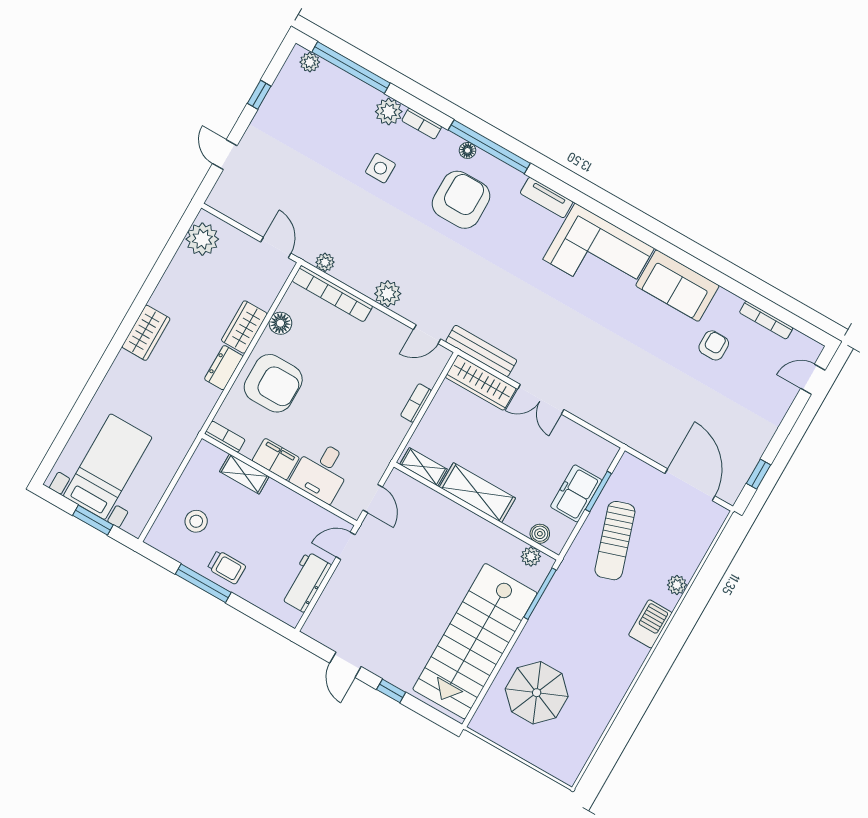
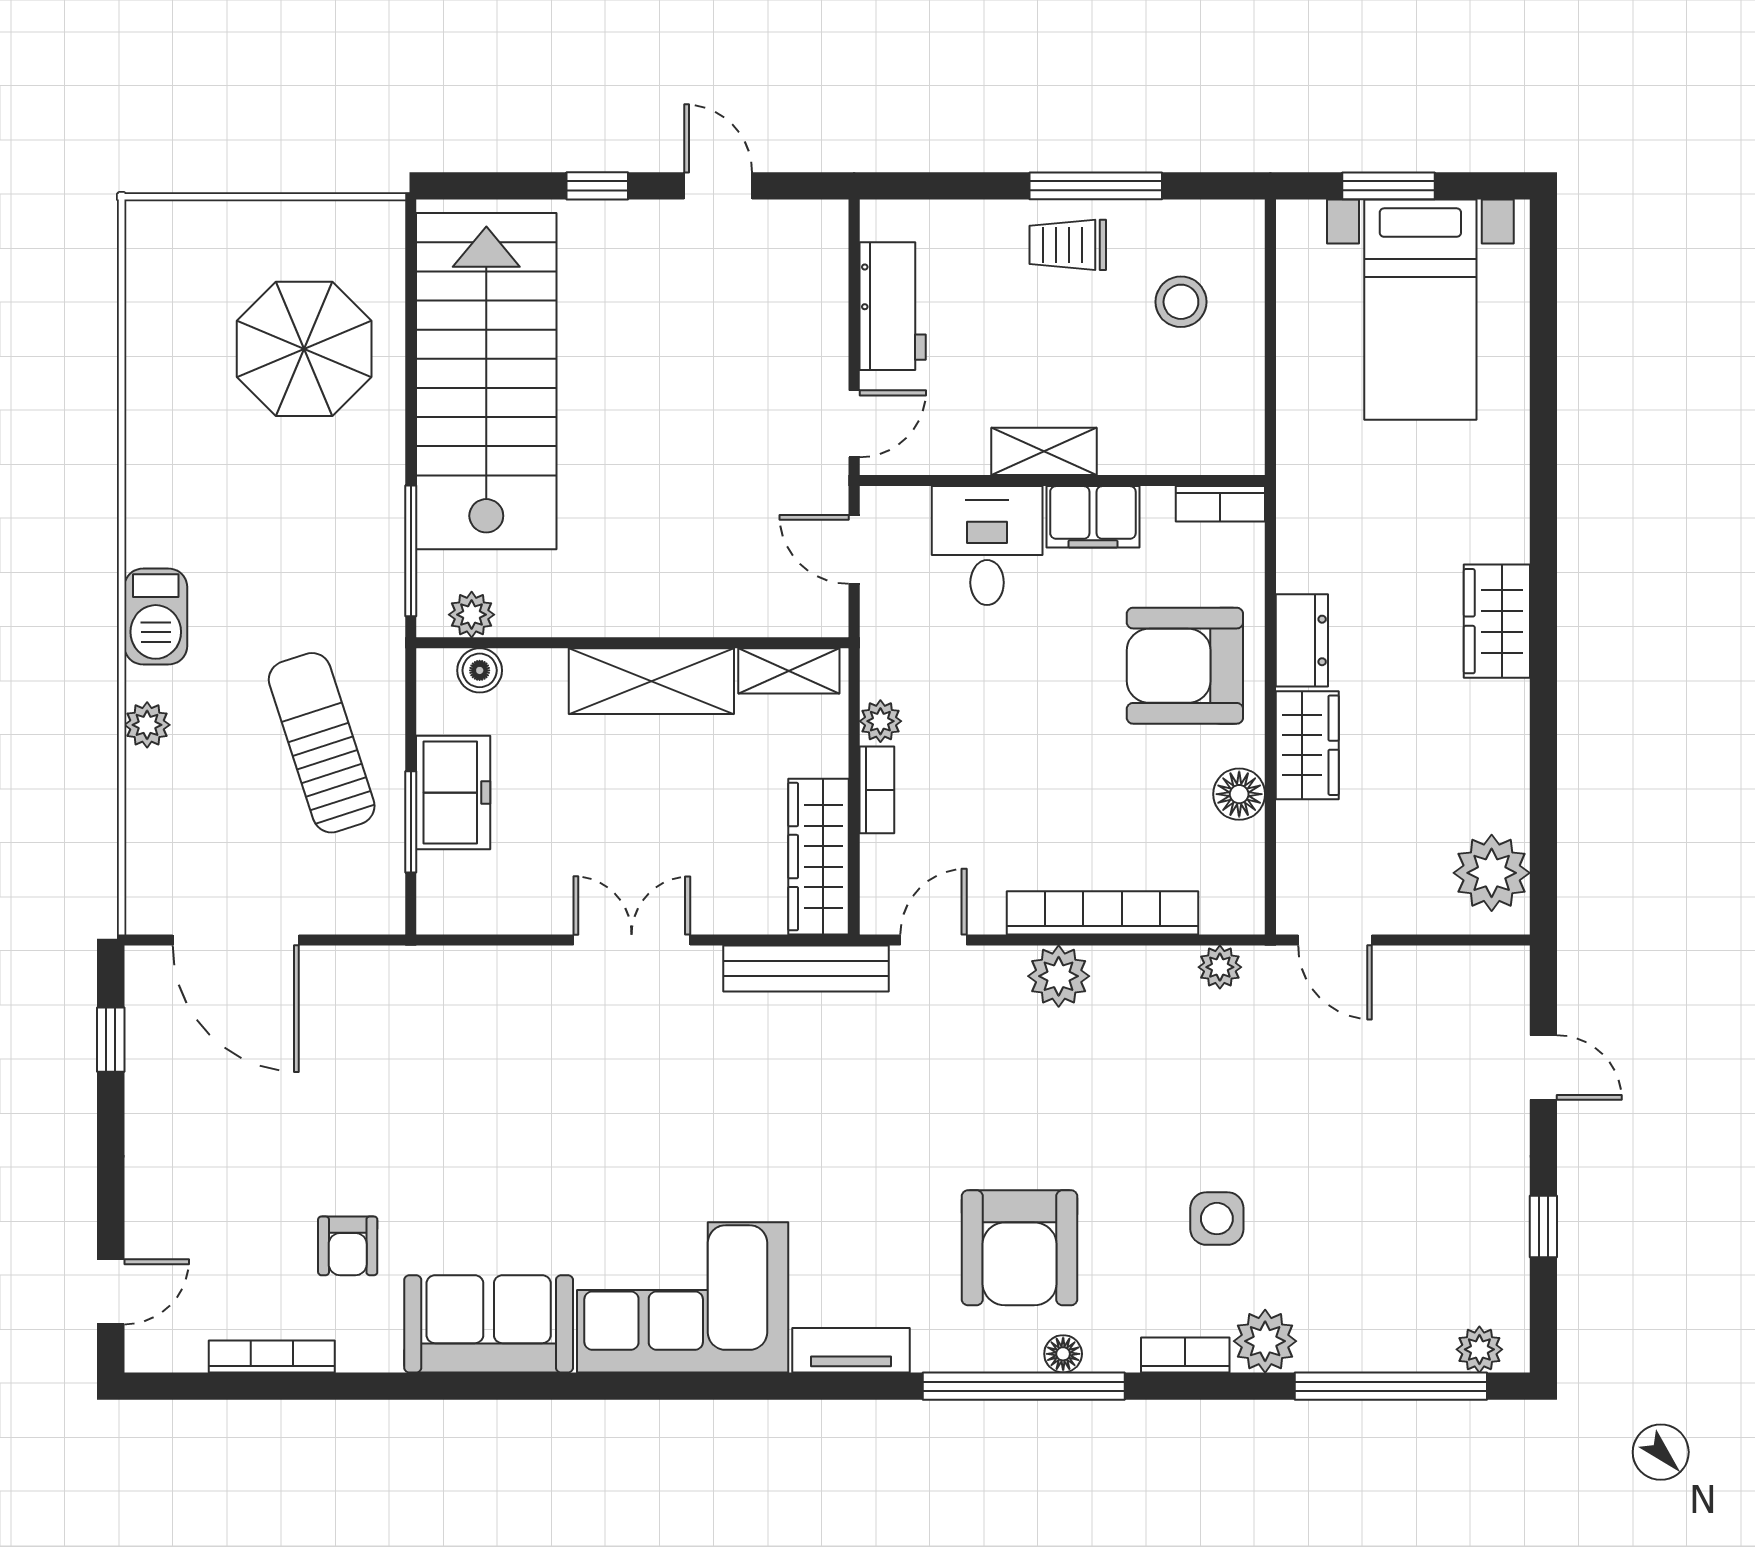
bookcase: (332, 294) -> (1102, 913), moved
wardrobe: (481, 383) -> (818, 857), moved, turned -90
plant: (400, 428) -> (880, 721), added
shelving: (244, 474) -> (1044, 451), moved

